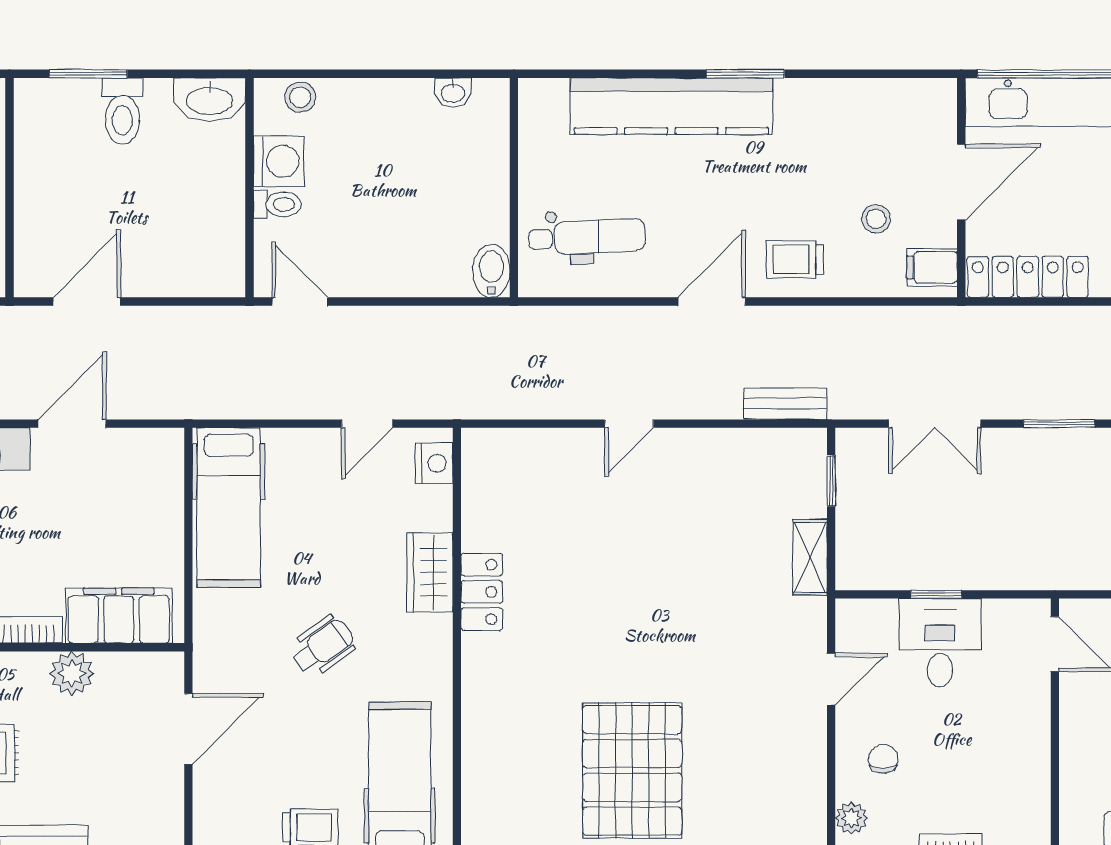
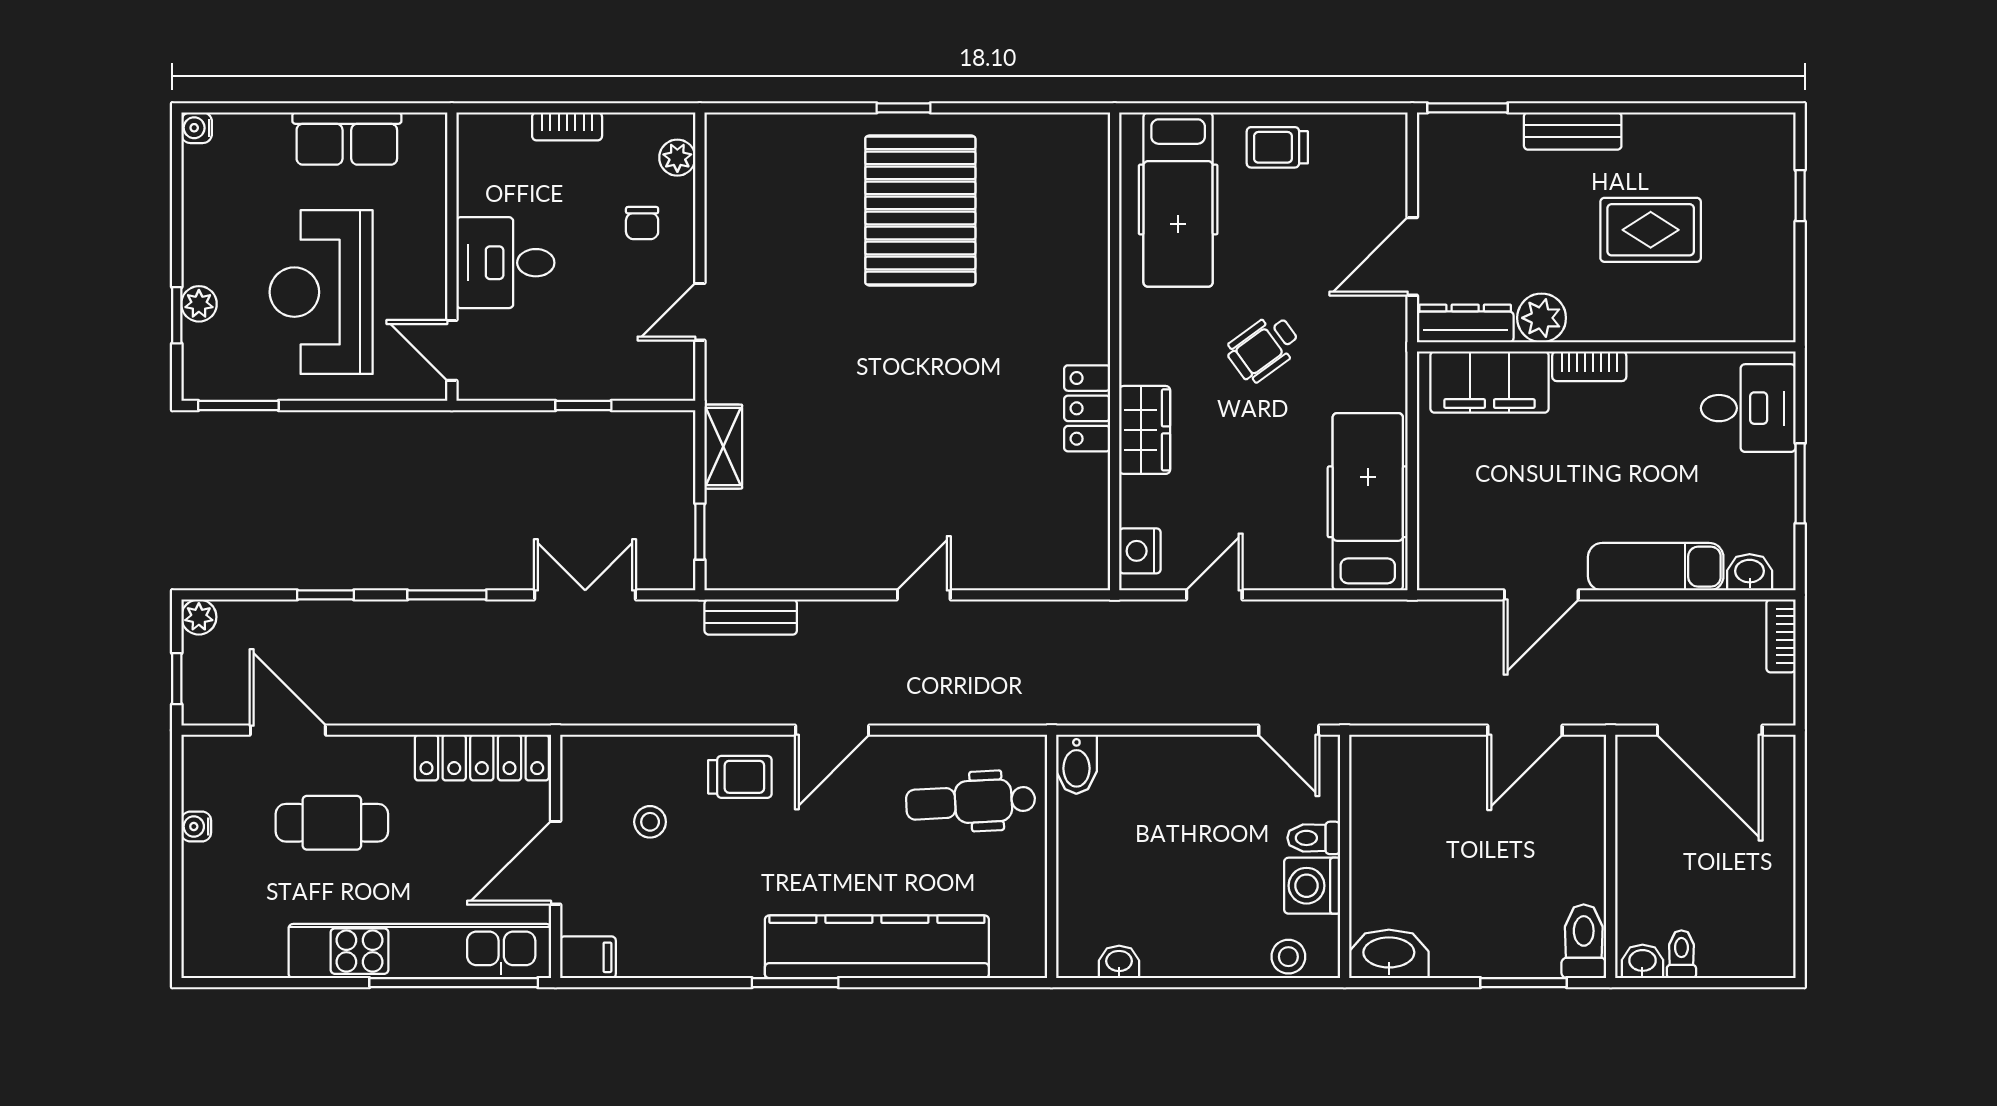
toilet: (122, 111) -> (1584, 941), moved
filing cabinet: (932, 267) -> (588, 957), moved
desk: (940, 643) -> (505, 263), moved, turned 90
dresser: (141, 668) -> (1465, 323), added

